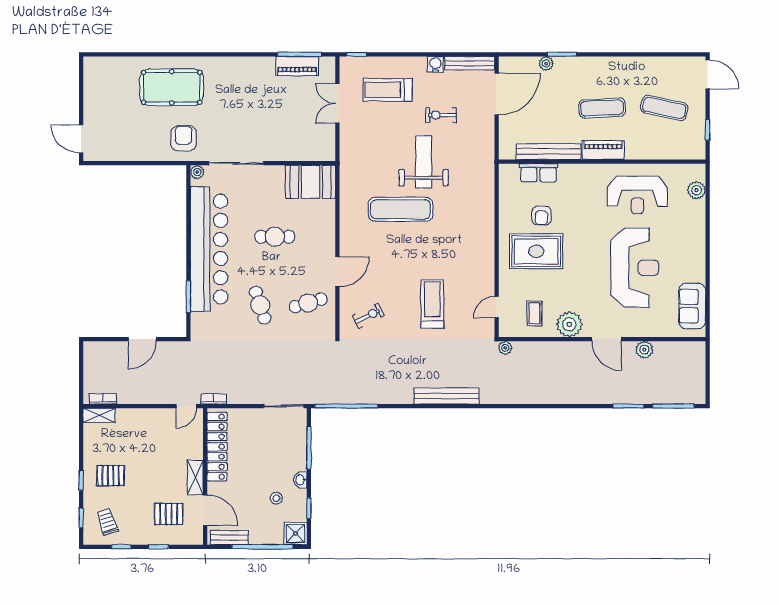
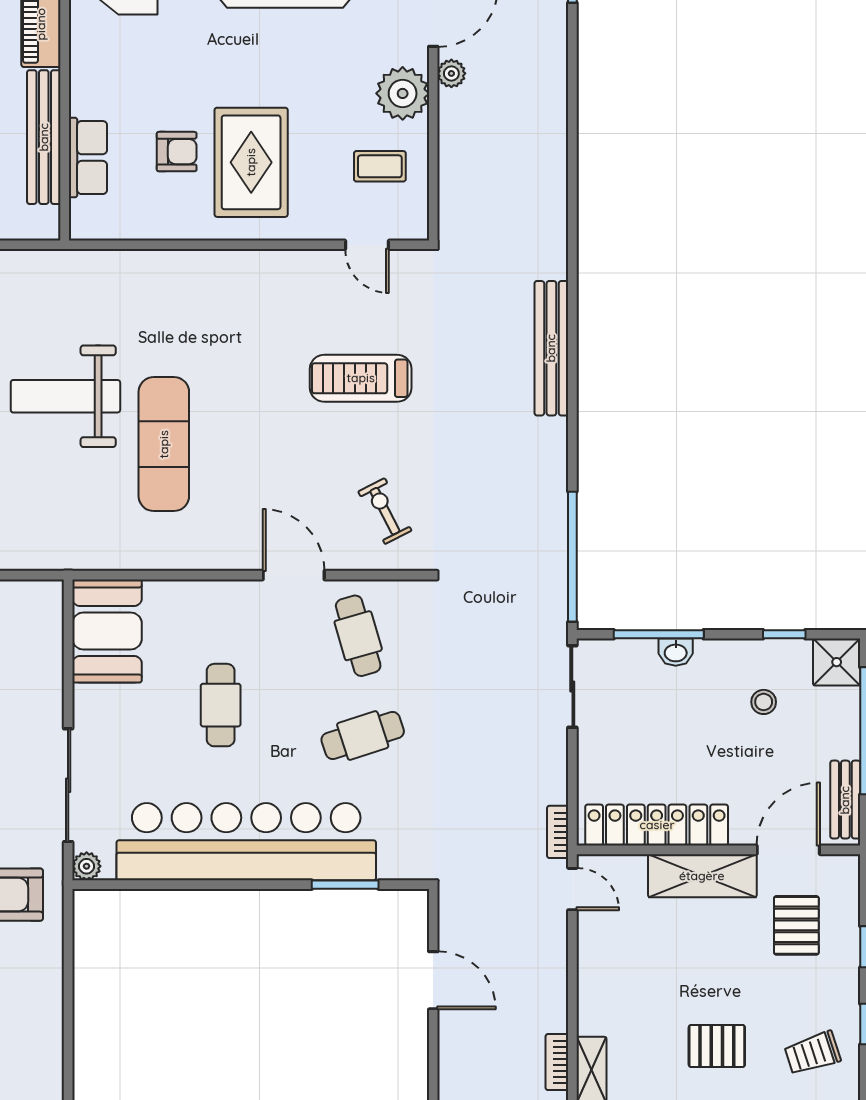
plant: (505, 348) -> (451, 73), moved
pallet: (111, 476) -> (717, 1046), turned 90
shelving: (195, 477) -> (702, 876), width x1.50, depth x1.33
washbasin: (300, 480) -> (676, 652), moved

